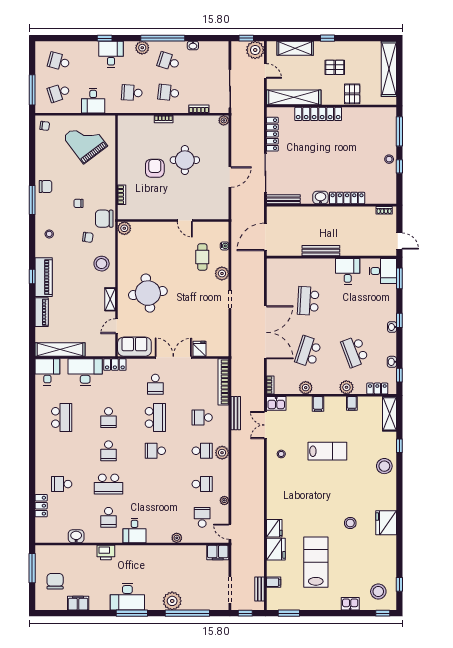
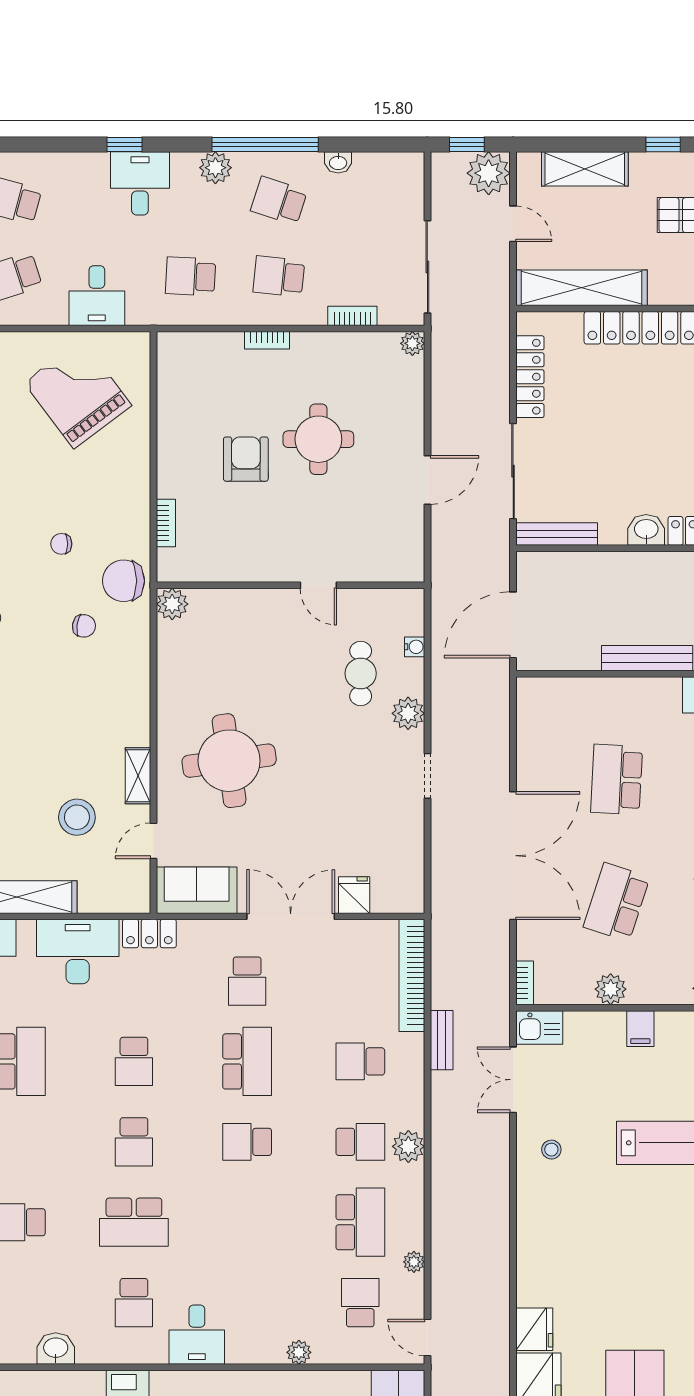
stool: (102, 264) -> (77, 817), moved
bench: (236, 413) -> (442, 1040), width x0.73
school desk: (202, 484) -> (360, 1222), width x1.85

